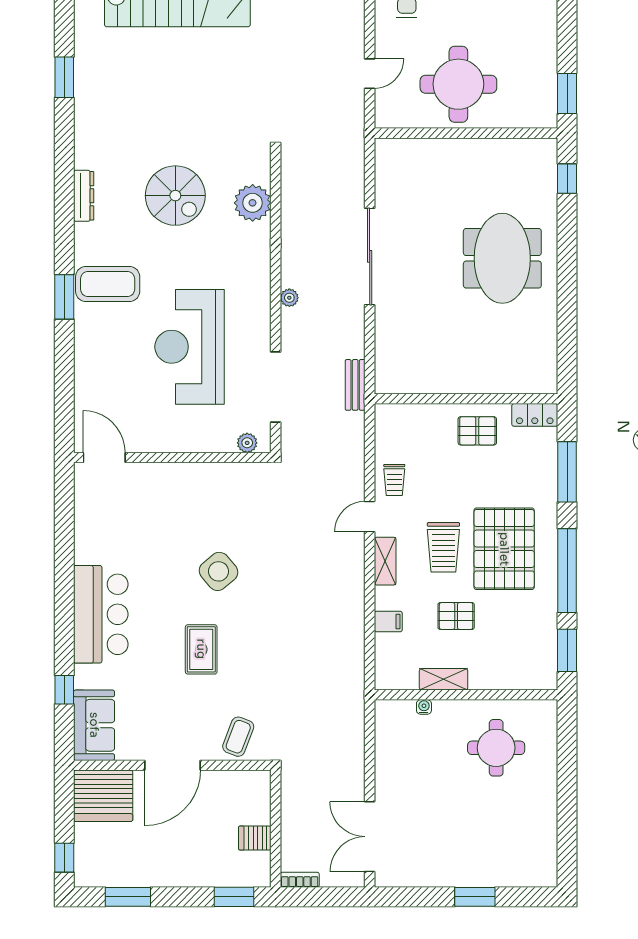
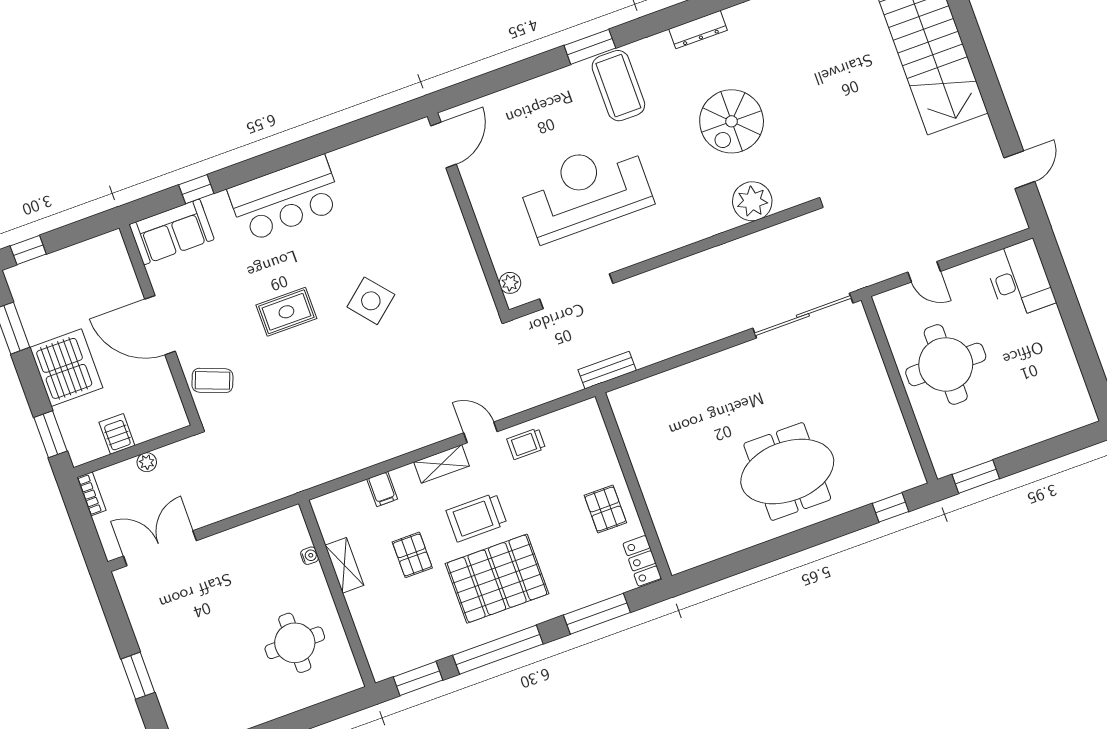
sliding door: (370, 256) -> (803, 316), moved
plant: (289, 298) -> (147, 462), moved
server rack: (103, 796) -> (66, 368), moved, turned 180

